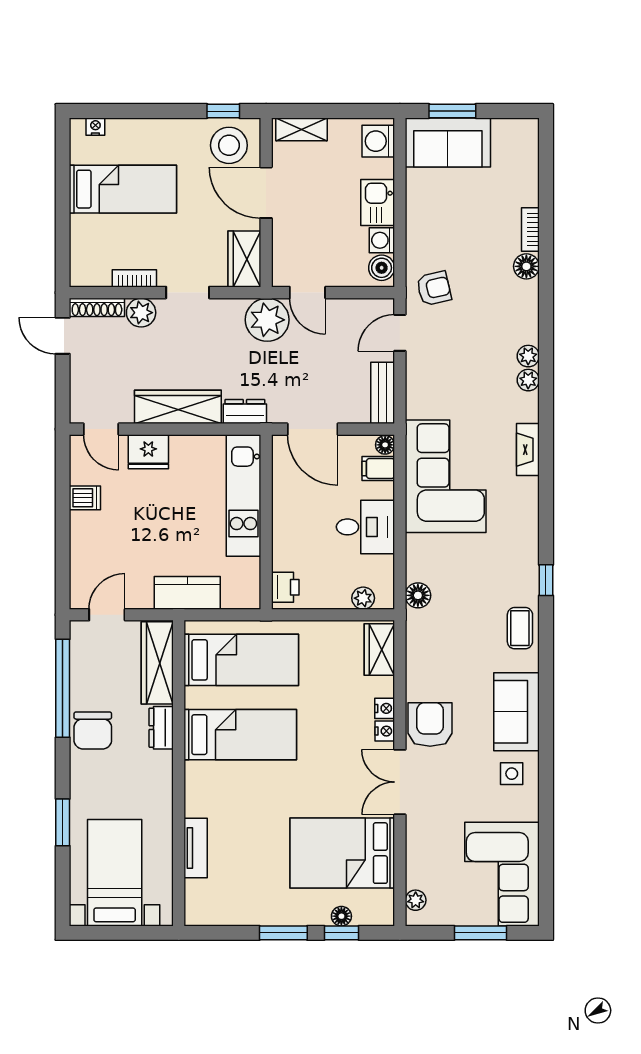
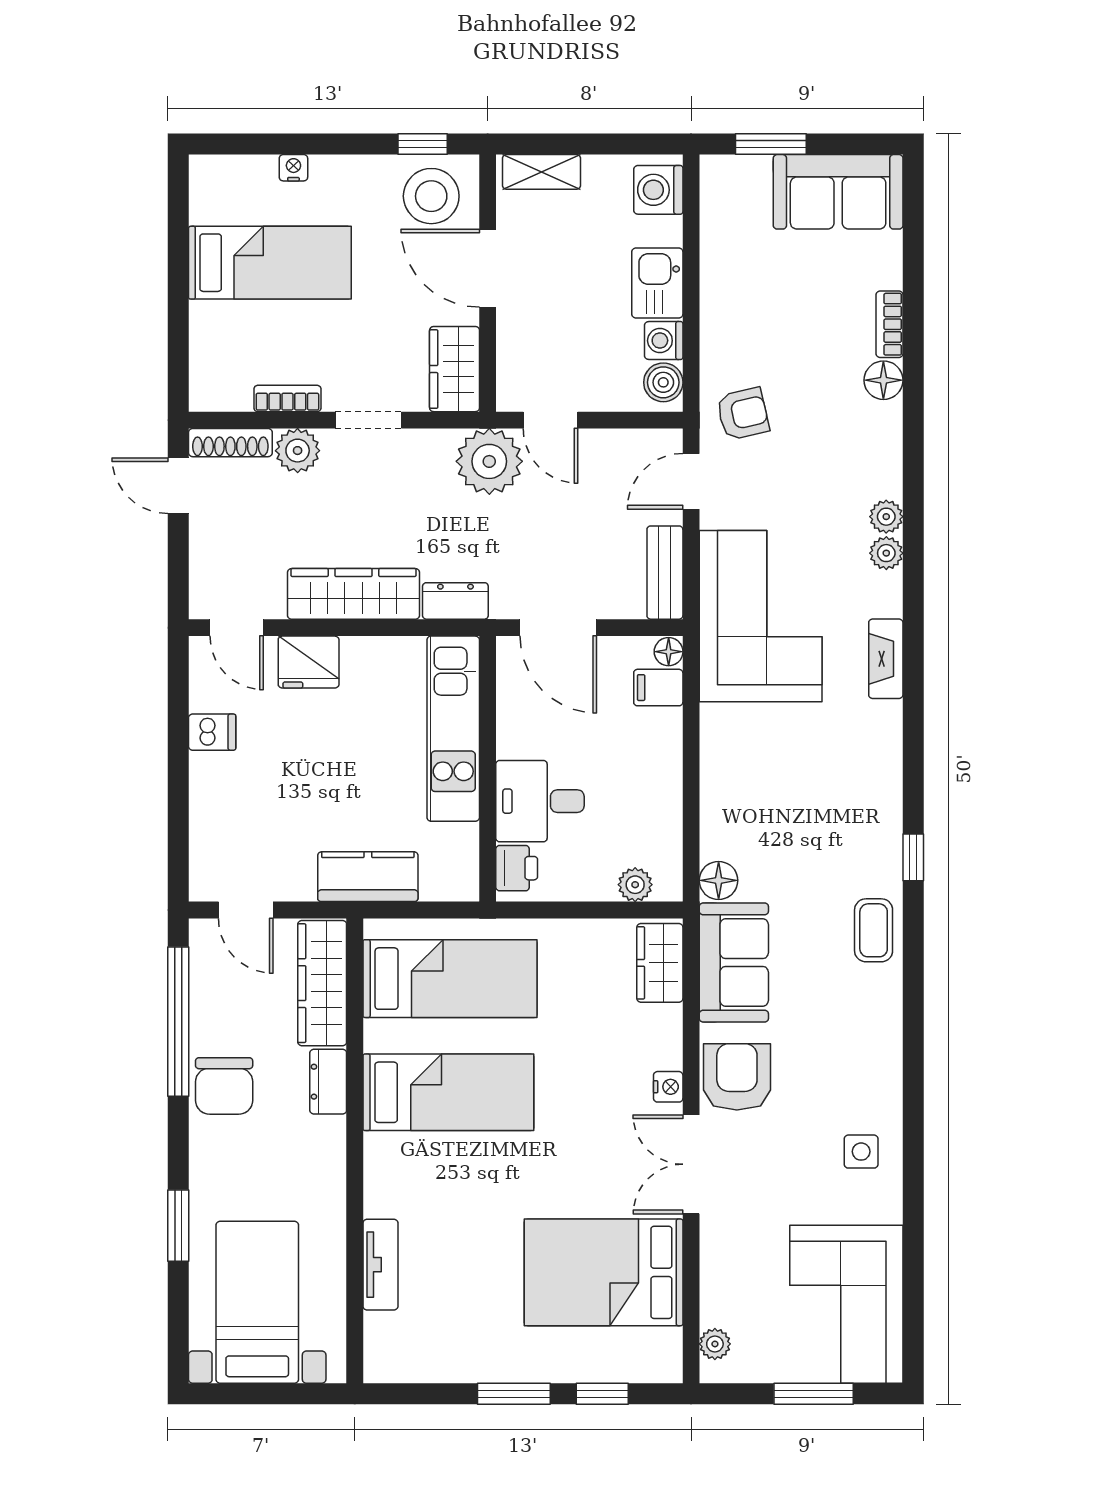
nightstand: (95, 127) -> (293, 168), moved
sofa: (448, 142) -> (838, 192), moved
corner sofa: (446, 476) -> (761, 616), moved
desk: (365, 527) -> (540, 801), moved, turned 180
door: (107, 615) -> (246, 910), swing flipped
nightstand: (385, 708) -> (668, 1052), removed
sofa: (516, 712) -> (734, 963), moved, turned 180
floor lamp: (341, 916) -> (602, 1368), removed

